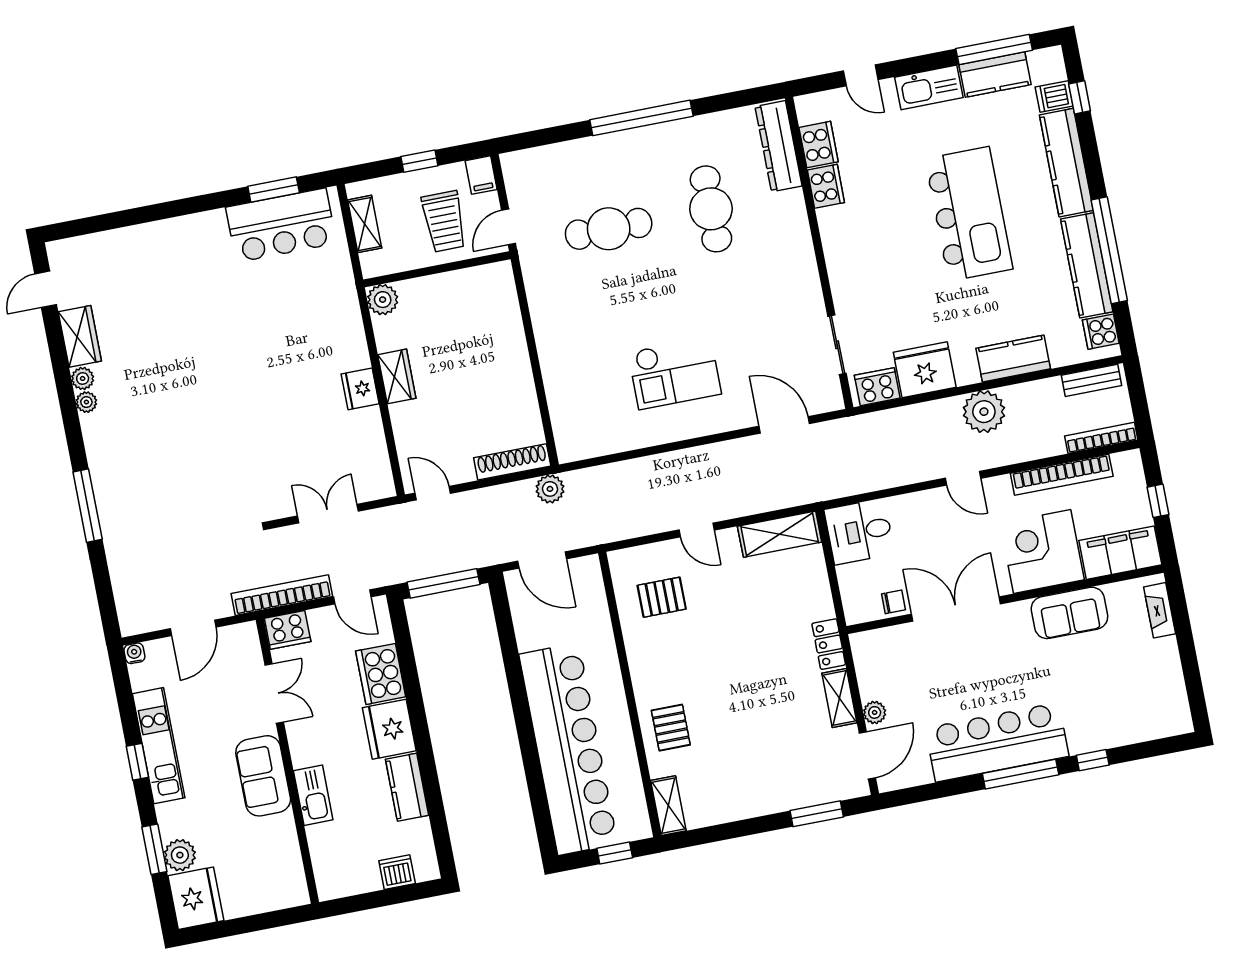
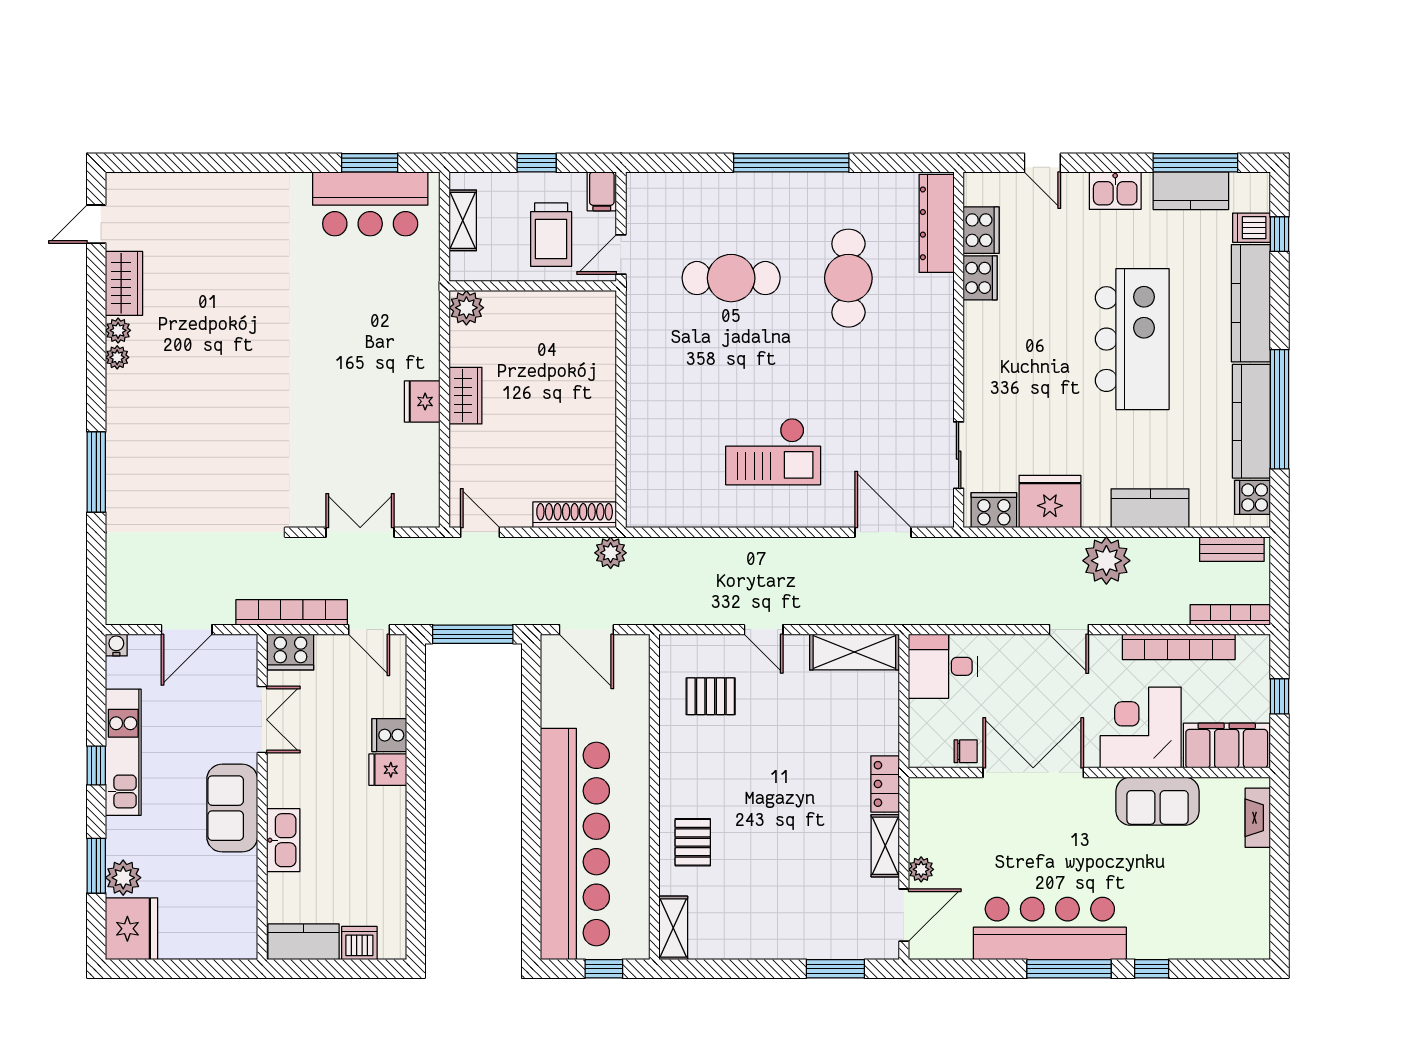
kitchen sink: (929, 87) -> (1115, 191), width x0.73
cooker: (381, 674) -> (389, 735), width x0.53, depth x0.76
fridge: (389, 729) -> (388, 770), width x0.53, depth x0.75
kitchen counter: (407, 787) -> (304, 942), moved, turned 90

